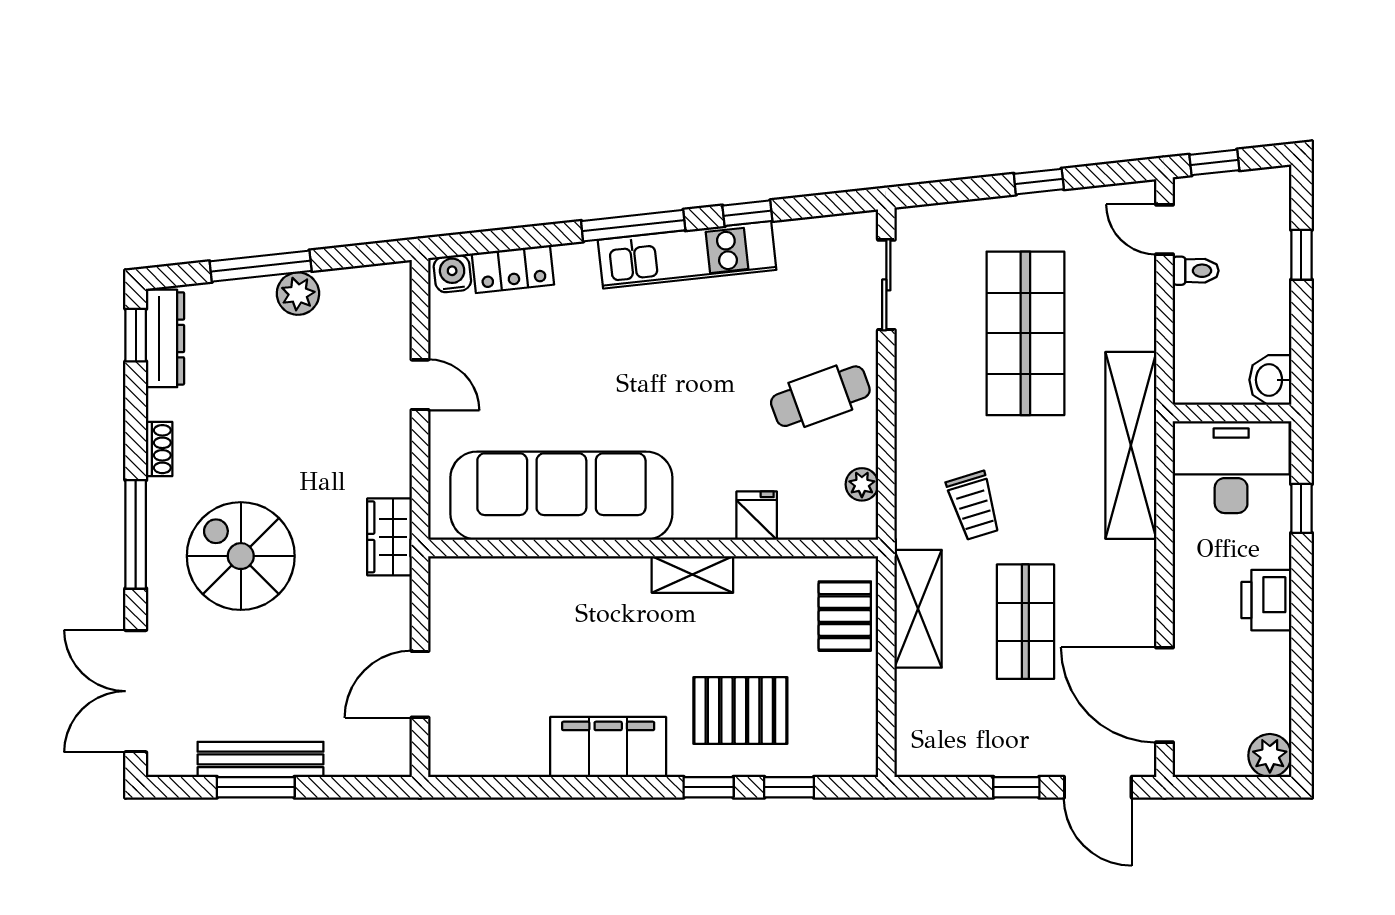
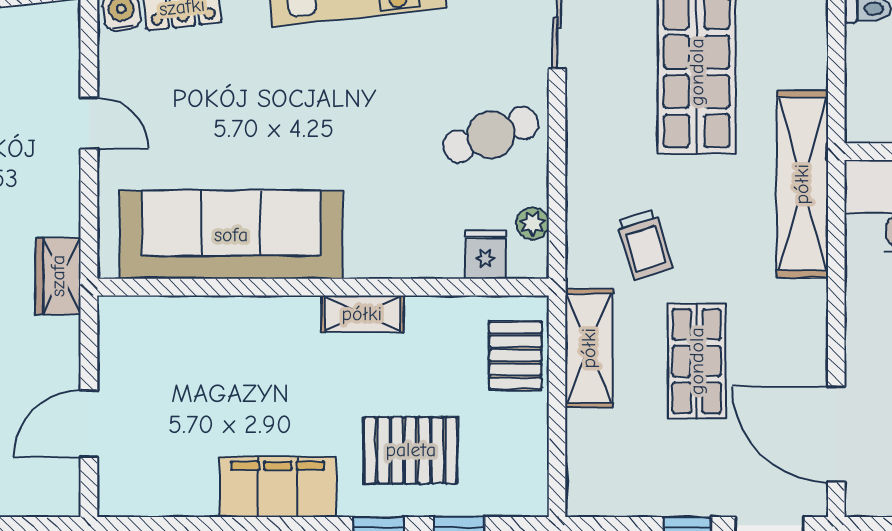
fridge: (757, 516) -> (486, 255), moved

